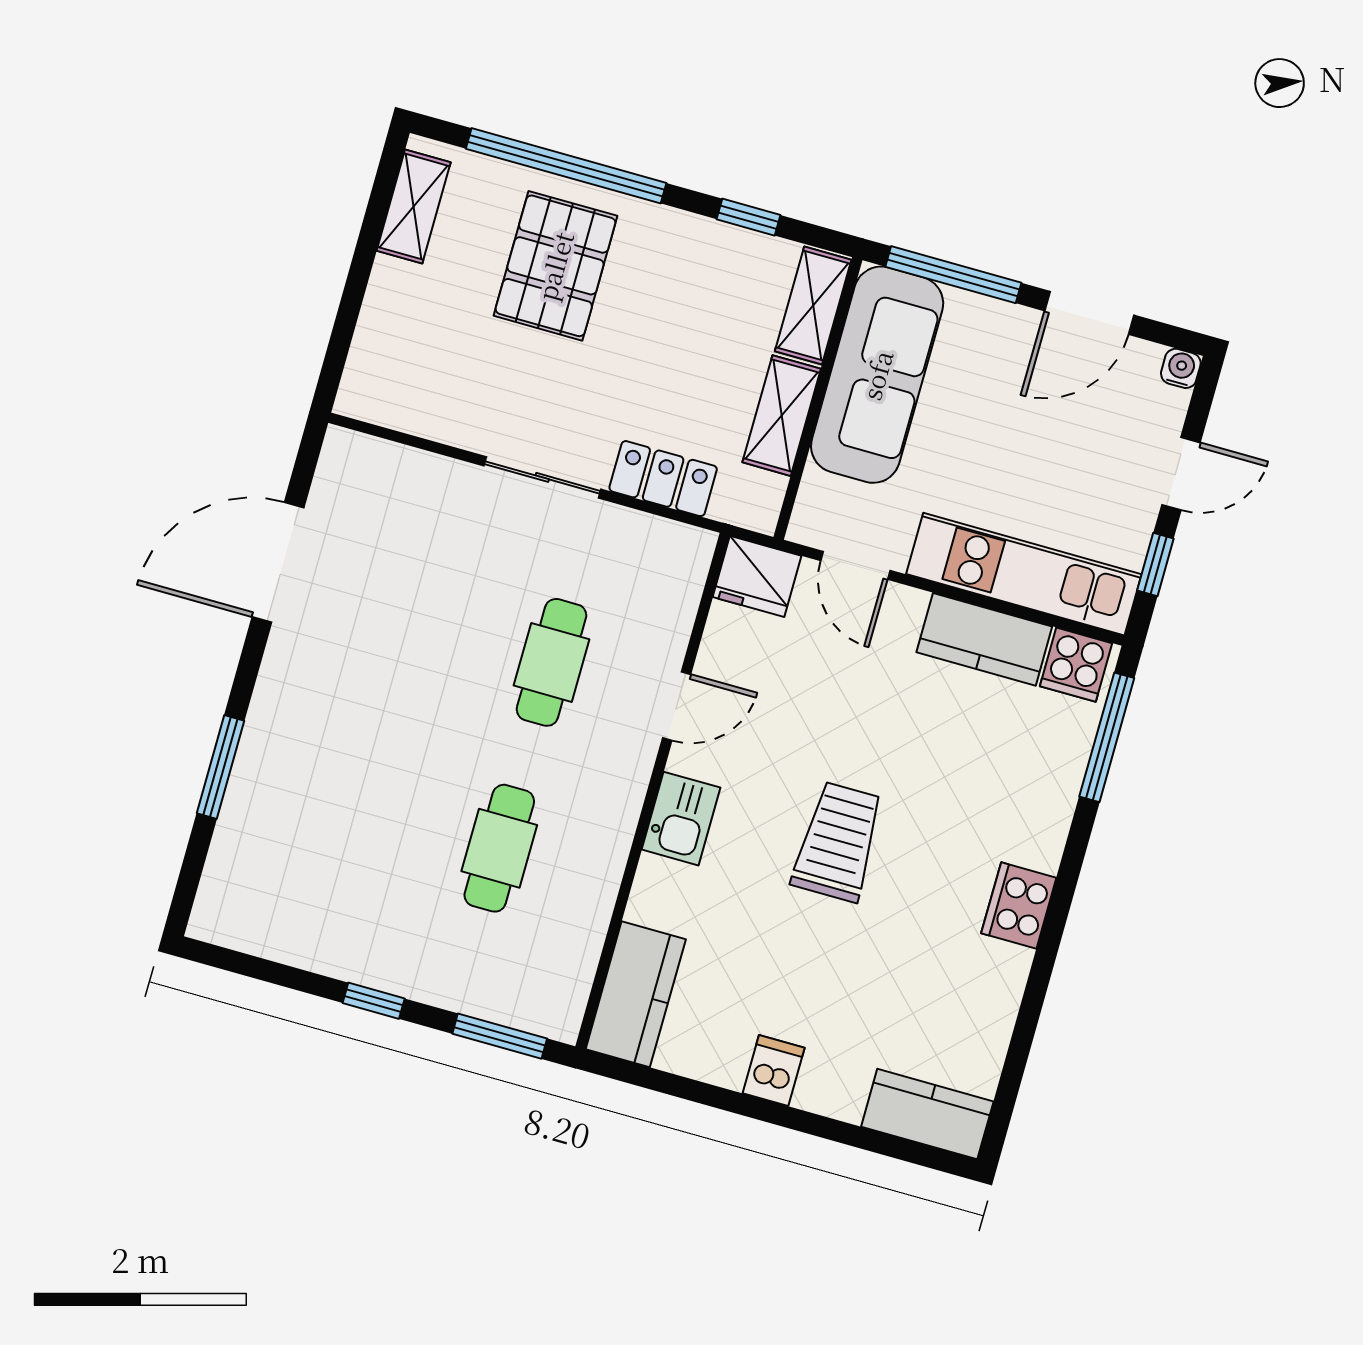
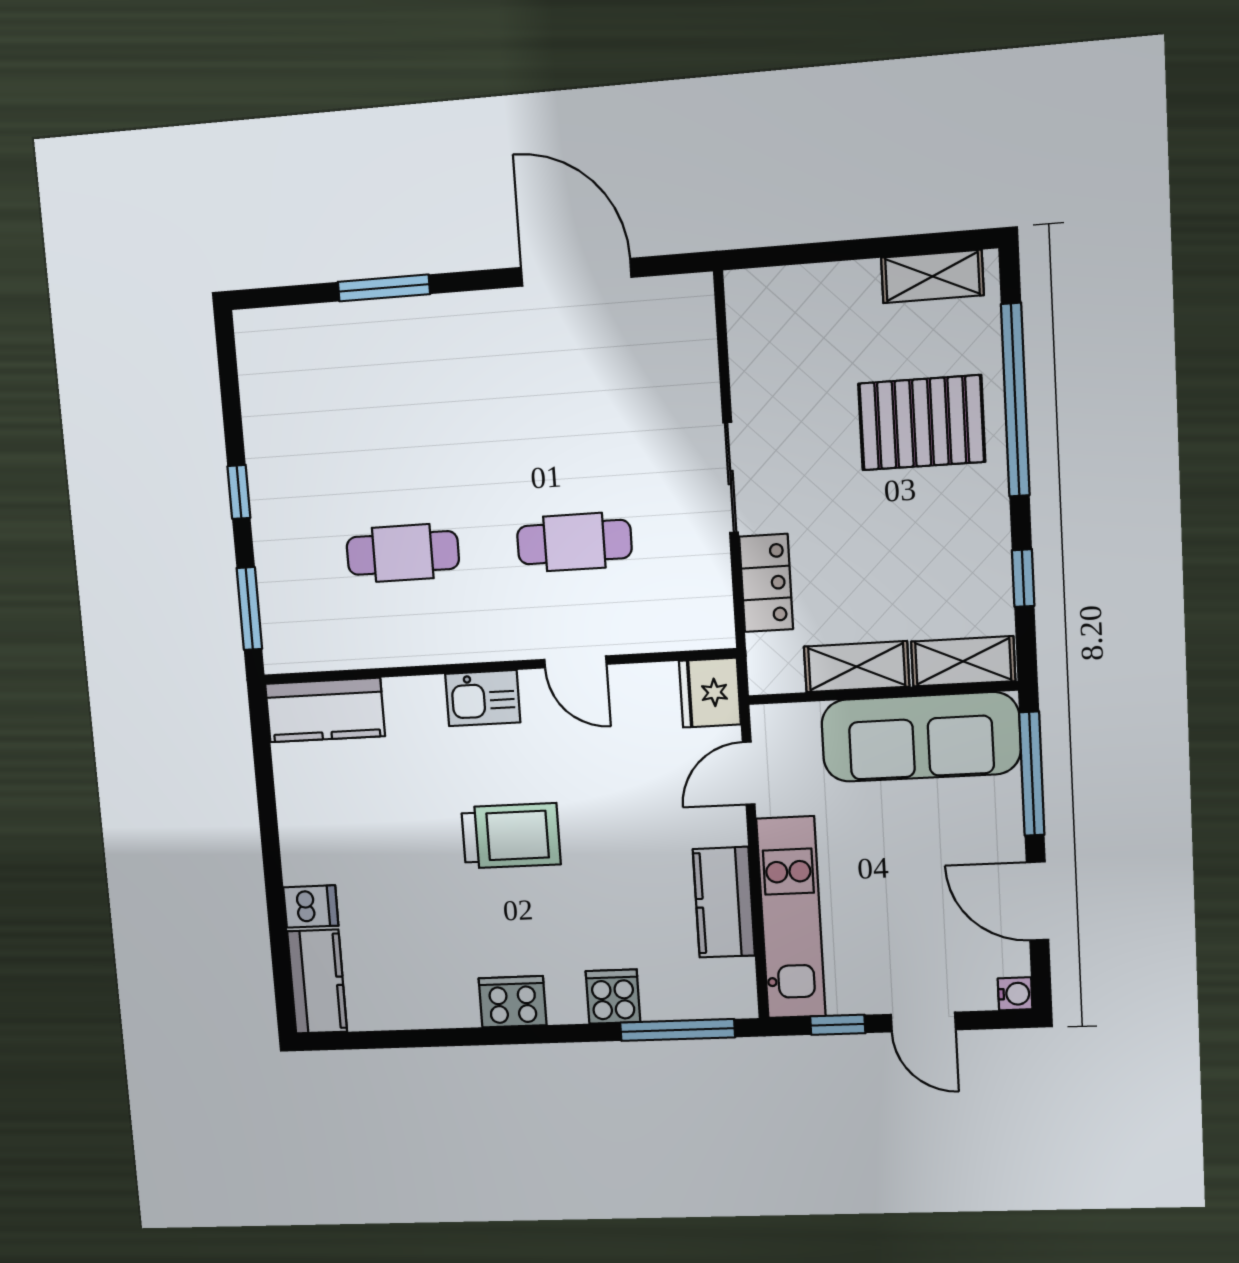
cooker: (1076, 665) -> (613, 997), moved, turned 90
dishwasher: (774, 1071) -> (311, 906), moved

